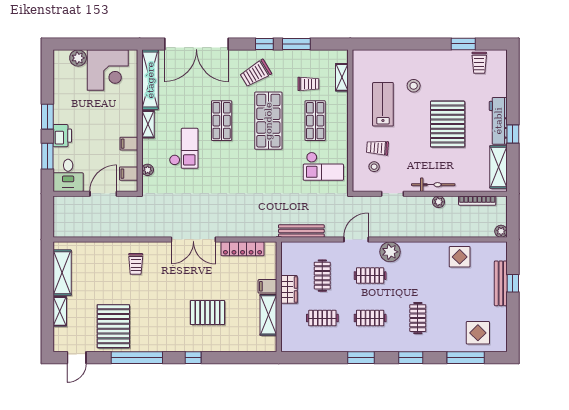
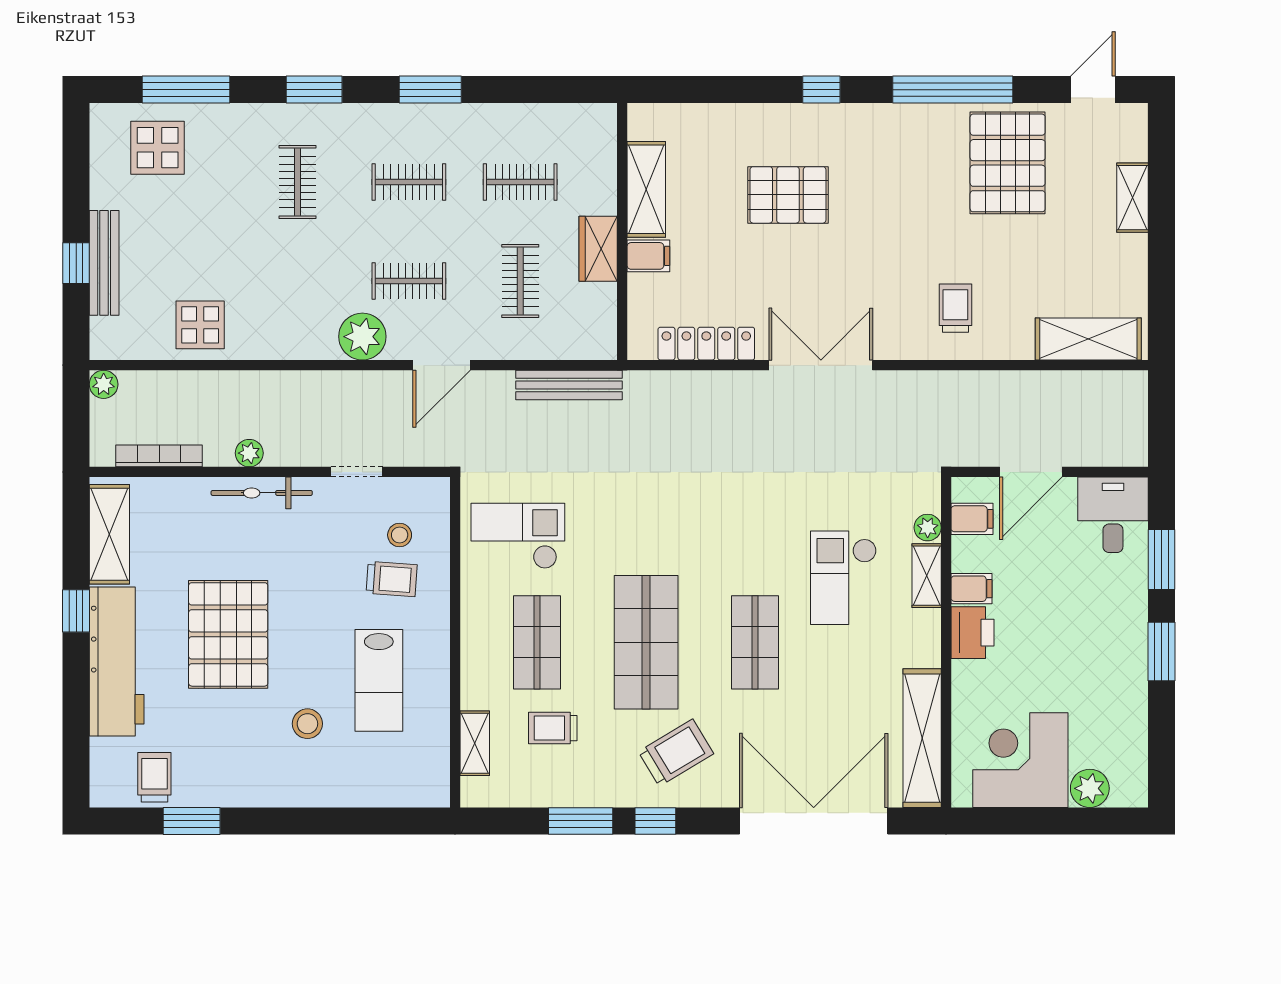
workbench: (498, 121) -> (117, 661), width x1.36, depth x1.32
shelving: (148, 124) -> (927, 576), moved
printer: (62, 136) -> (972, 633), moved, turned 180
shelving: (62, 273) -> (1088, 339), moved, turned 90

